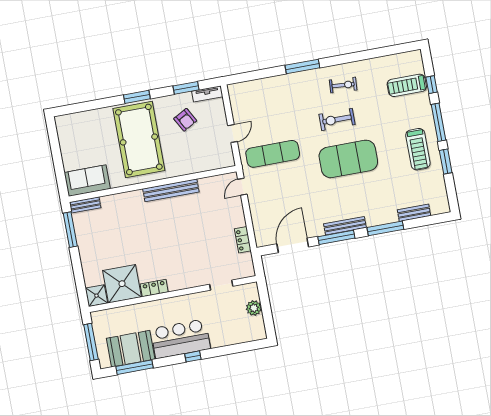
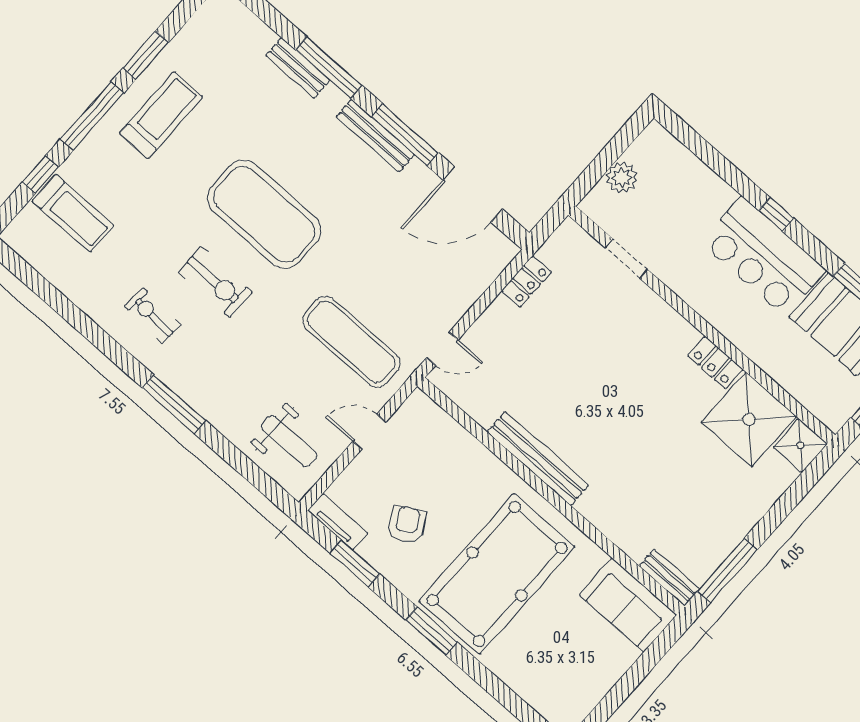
weight bench: (253, 100) -> (289, 441), added
bench: (414, 213) -> (298, 68), moved

